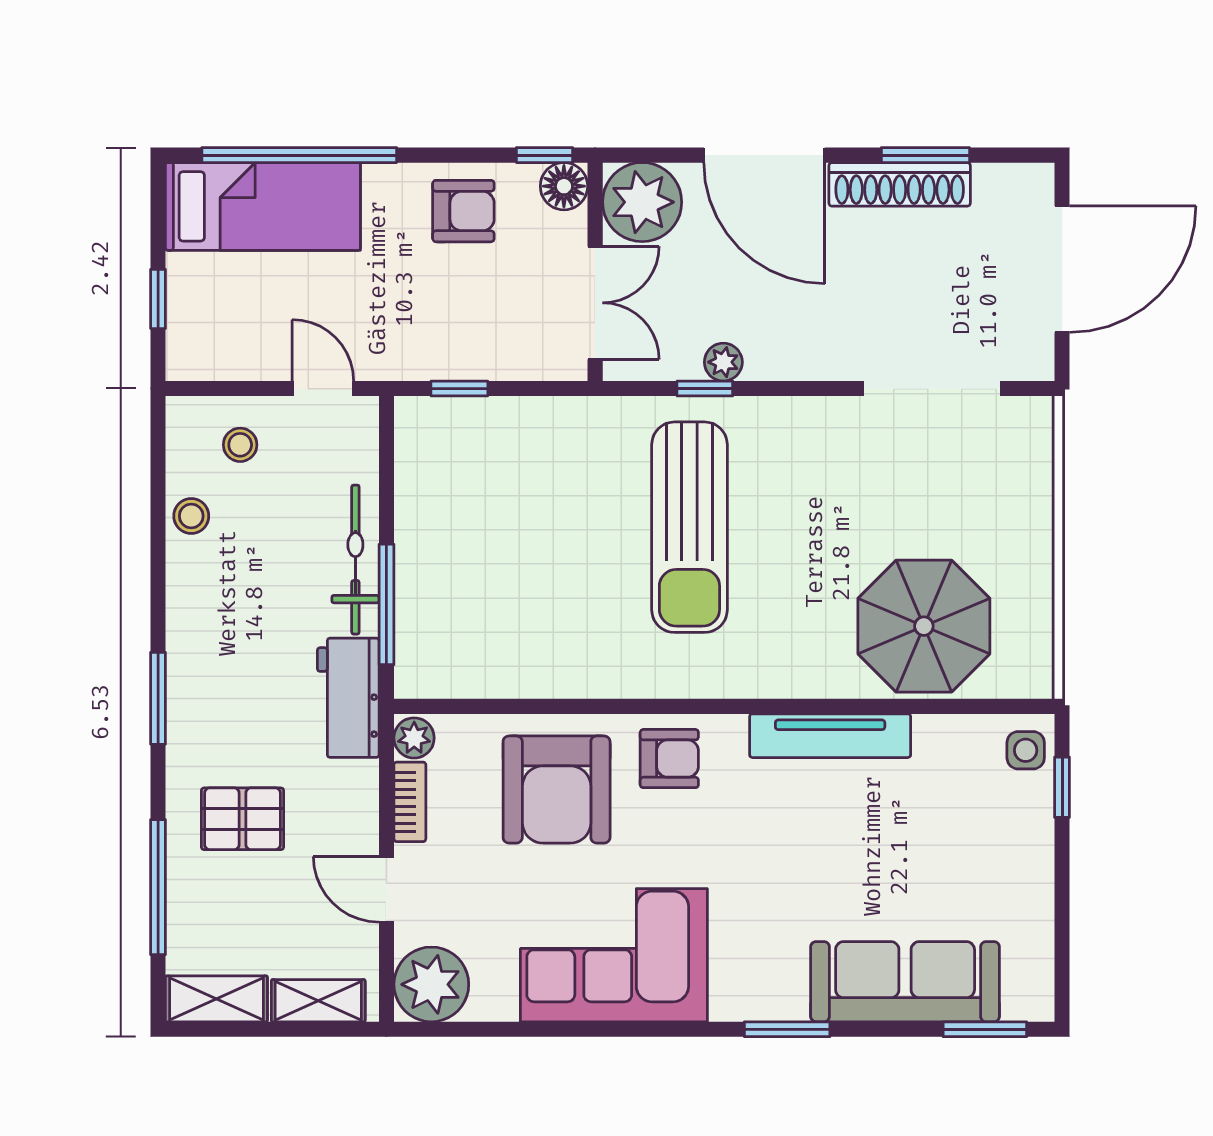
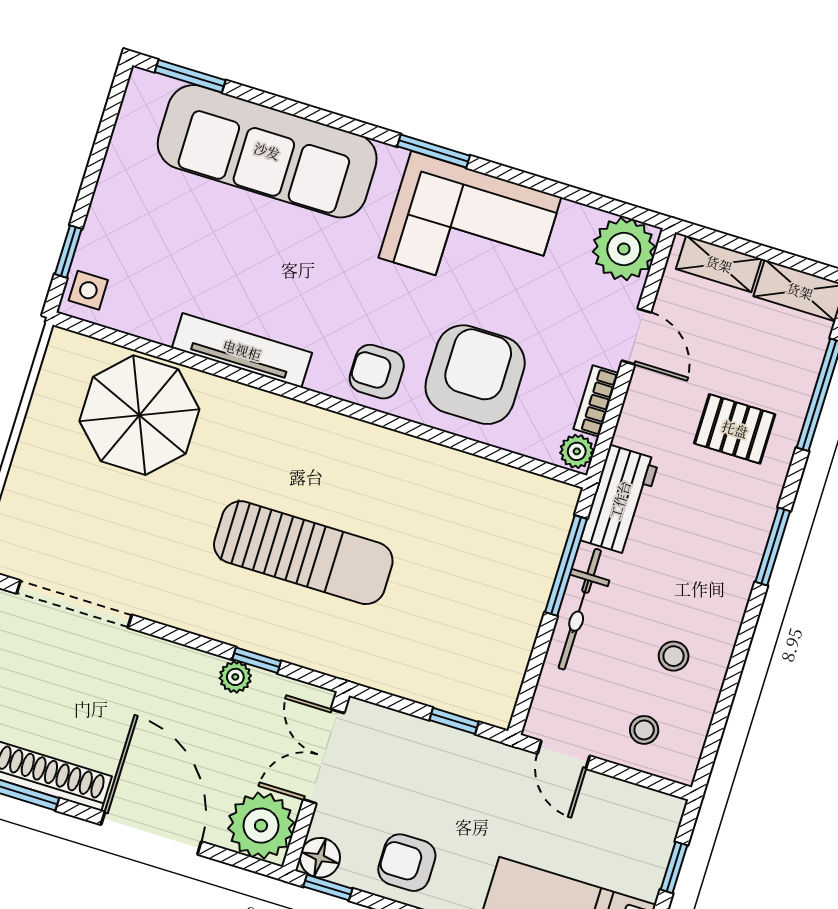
stool: (191, 516) -> (674, 656), moved
sun lounger: (689, 527) -> (303, 553), turned 90
sofa: (905, 982) -> (267, 151), width x1.36, depth x1.27
window: (787, 1029) -> (434, 151), moved

